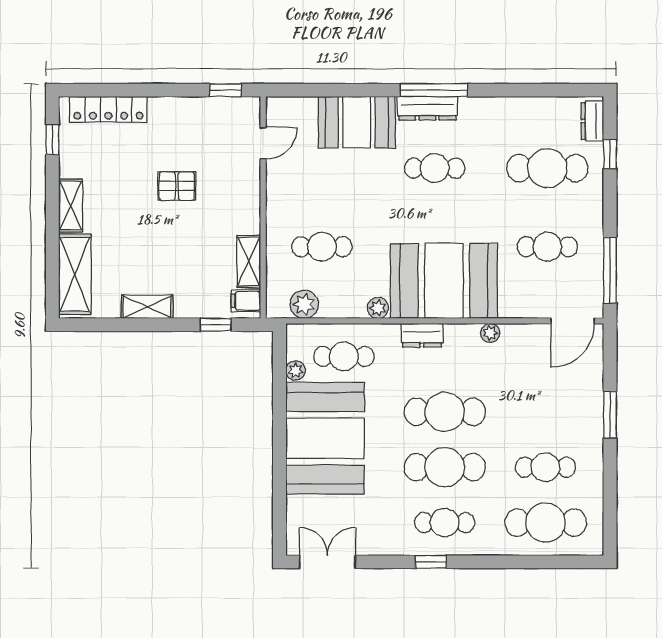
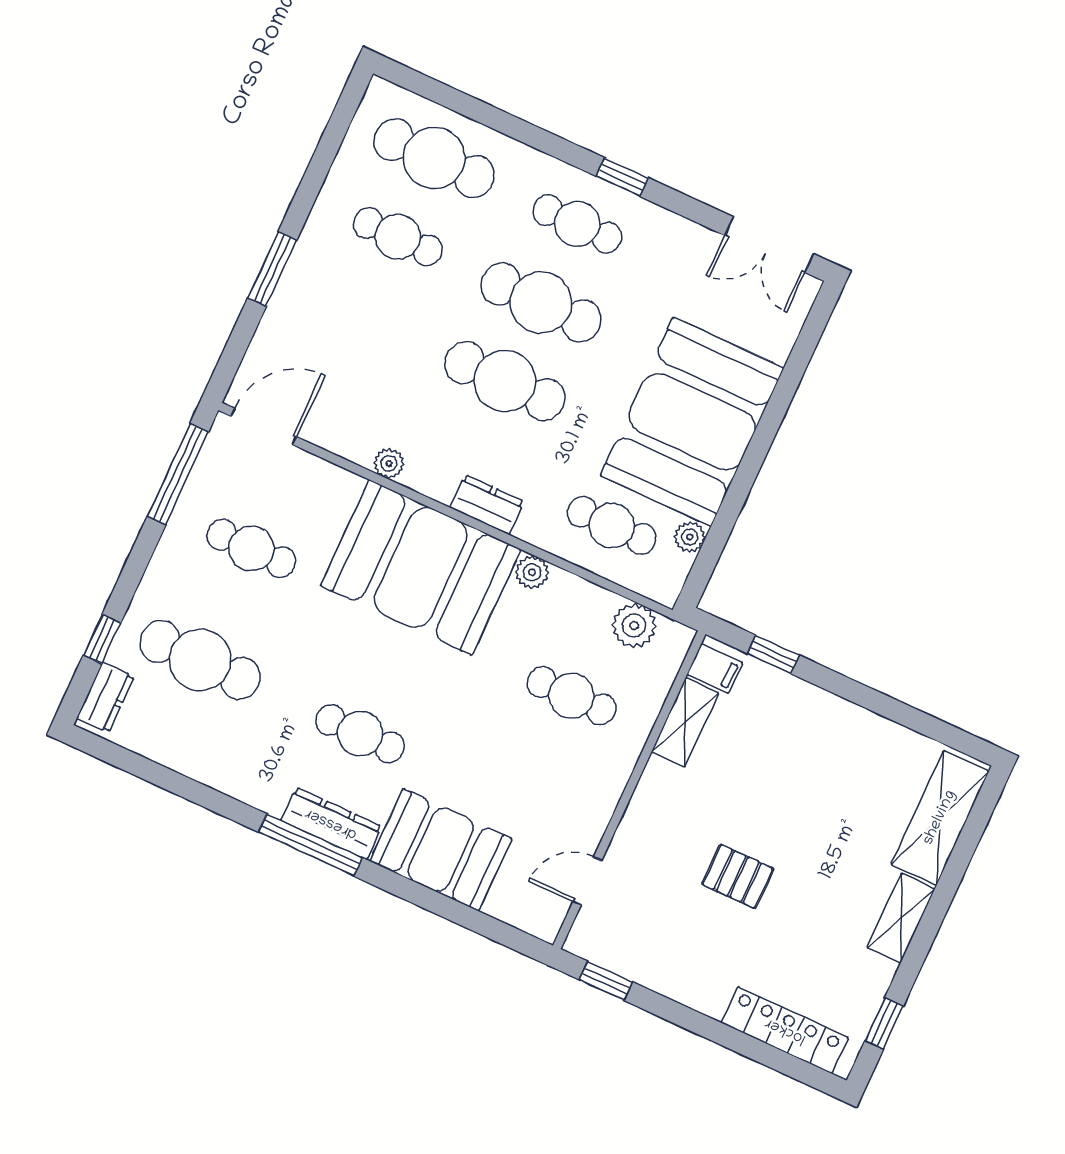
shelving: (147, 307) -> (859, 725), removed

